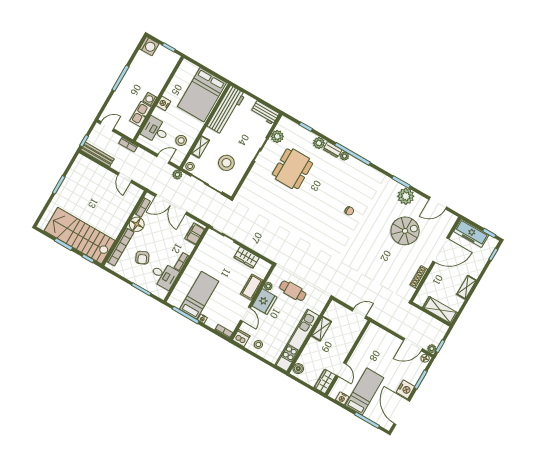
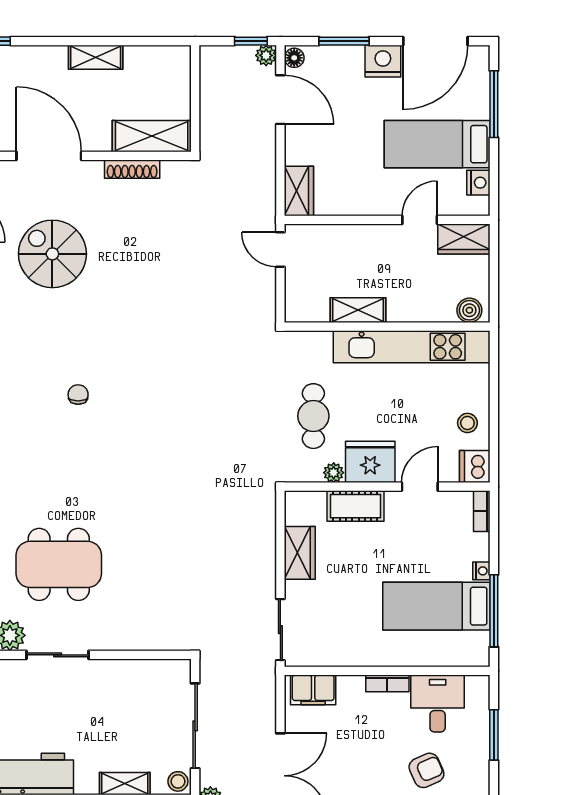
stool: (226, 163) -> (126, 710), removed
shelving: (440, 310) -> (152, 136), moved, turned 90
wardrobe: (376, 332) -> (299, 191), added

